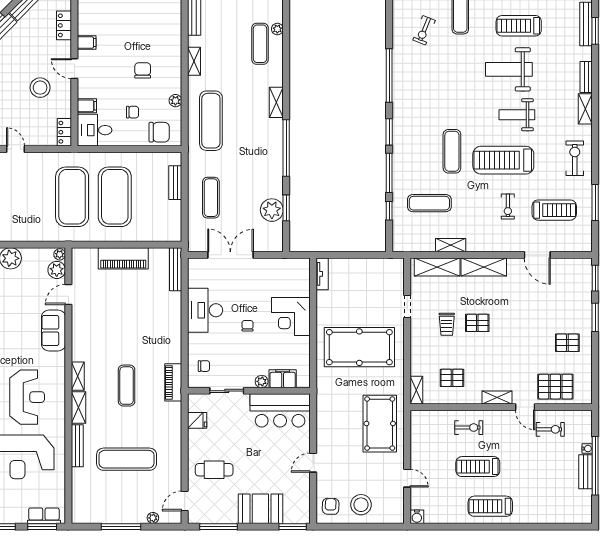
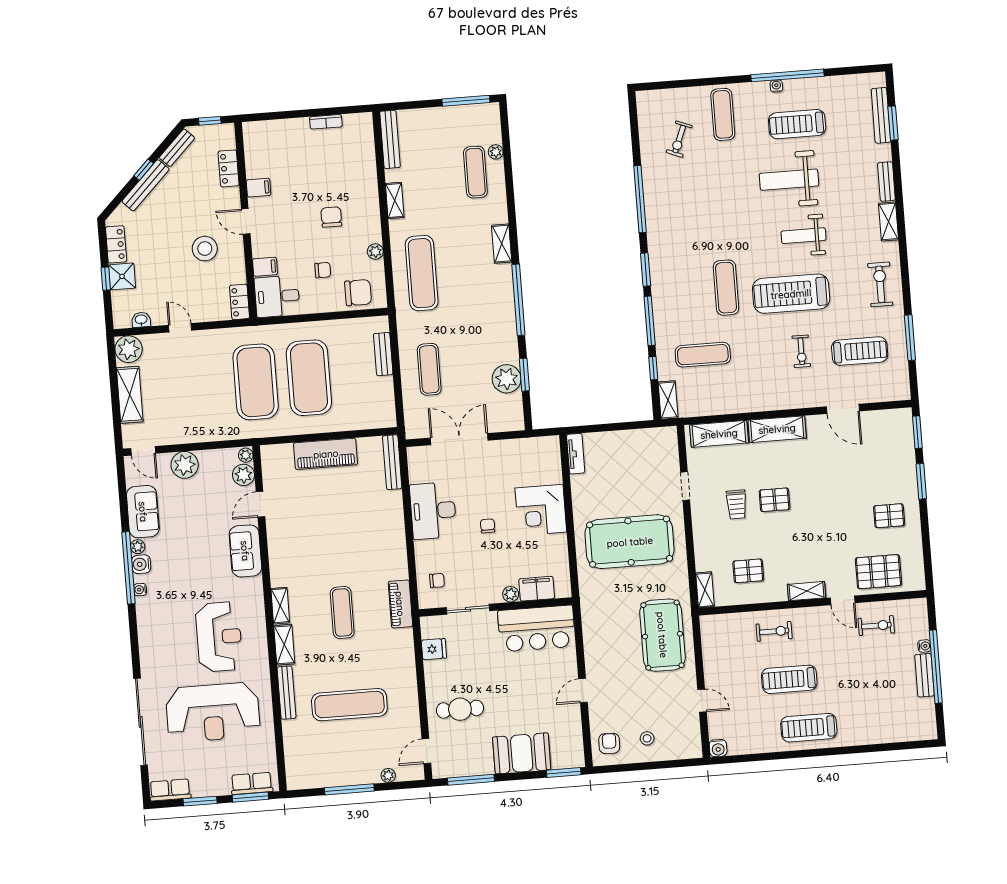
shelving: (451, 245) -> (668, 400), moved, turned 90
stool: (361, 505) -> (647, 738), width x0.53, depth x0.53

